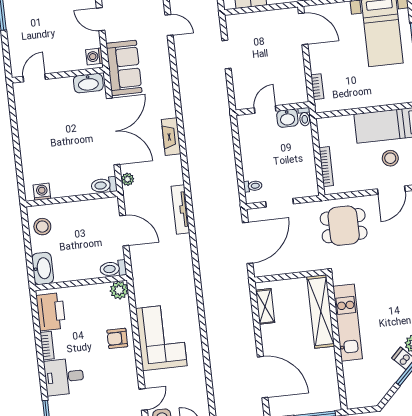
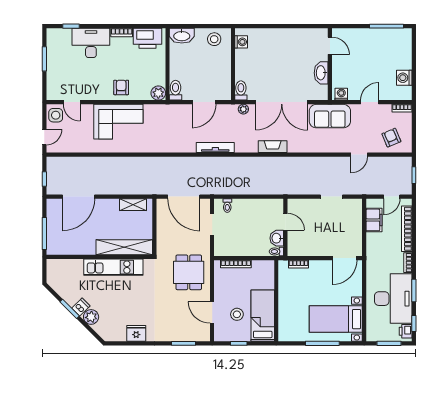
washbasin: (88, 83) -> (321, 73), moved
desk: (64, 377) -> (91, 43), width x1.37

